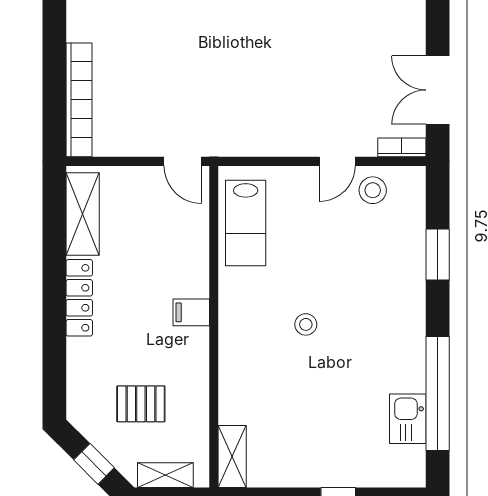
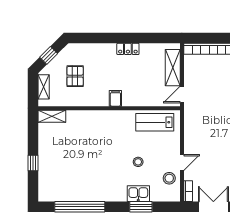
door: (337, 161) -> (182, 163), swing flipped
shelving: (83, 214) -> (173, 68), moved, turned 90
locker: (79, 298) -> (128, 49), width x0.66
stool: (306, 324) -> (138, 162), moved
kitchen sink: (408, 419) -> (138, 194), moved

